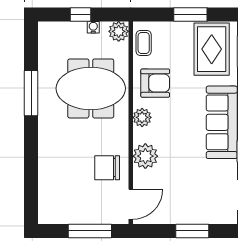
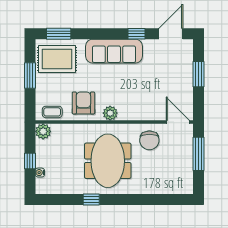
water cooler: (93, 27) -> (40, 173), moved
meeting table: (91, 88) -> (108, 161), moved
window: (31, 93) -> (91, 200), width x0.46
plant: (145, 156) -> (140, 111), removed

